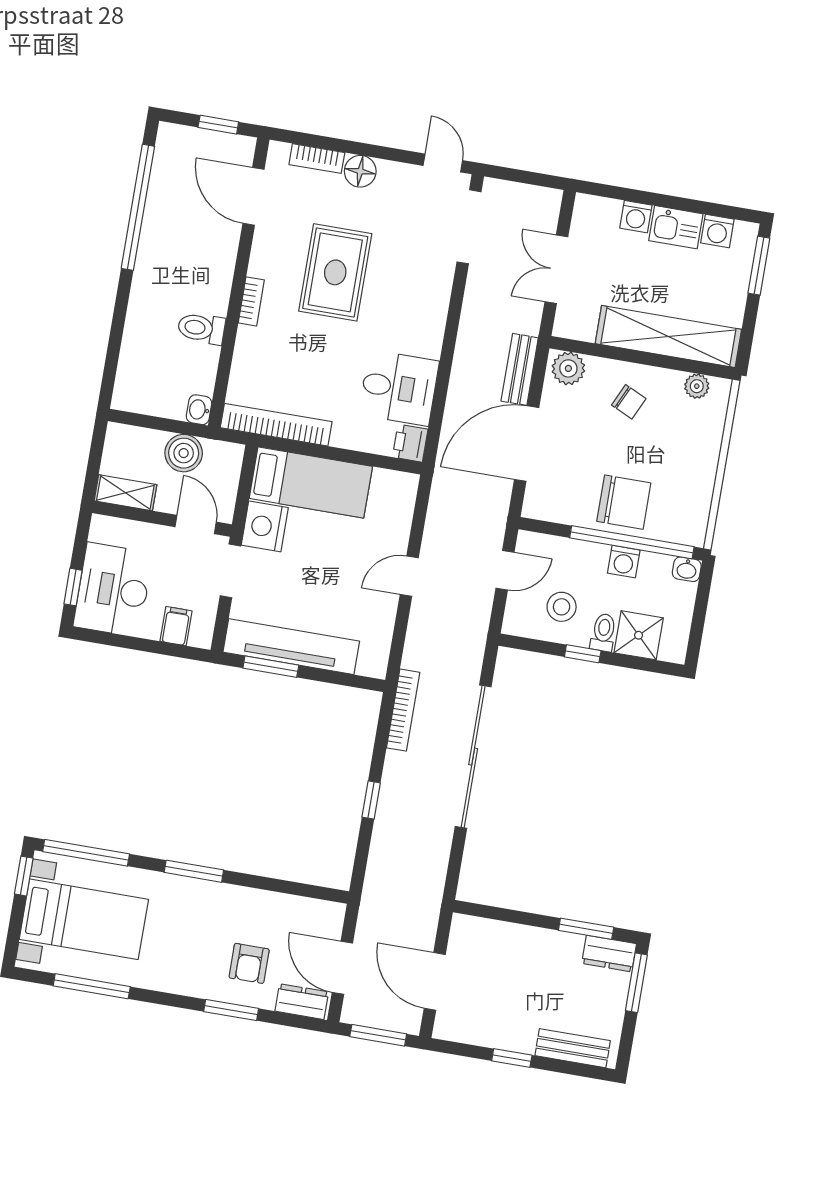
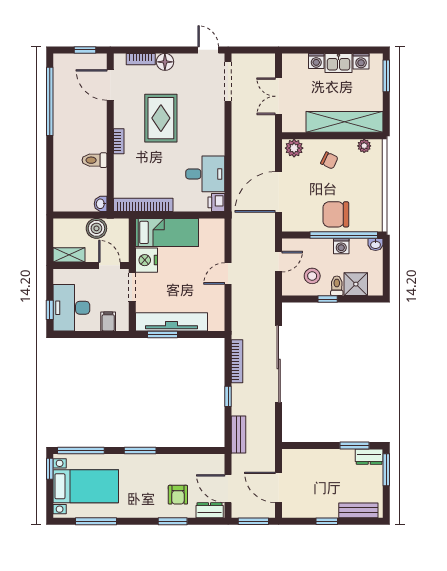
bench: (520, 369) -> (239, 434), moved
chair: (624, 502) -> (336, 214), turned 180
bookcase: (403, 710) -> (237, 361), moved

